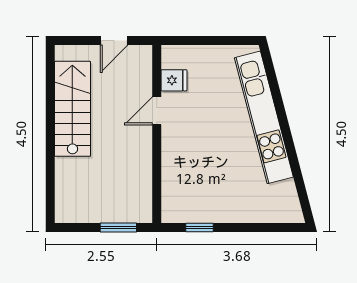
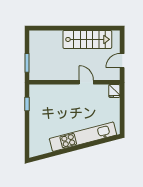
door: (114, 41) -> (122, 61), hinge flipped
fridge: (174, 80) -> (114, 91), moved

